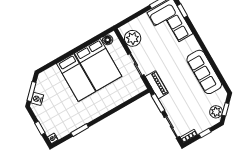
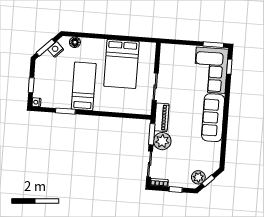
plant: (133, 38) -> (162, 141), moved
floor lamp: (108, 40) -> (75, 42), moved
sofa: (204, 72) -> (213, 118), moved
bed: (76, 78) -> (84, 86), moved, turned 180
nightstand: (37, 99) -> (56, 49), moved

